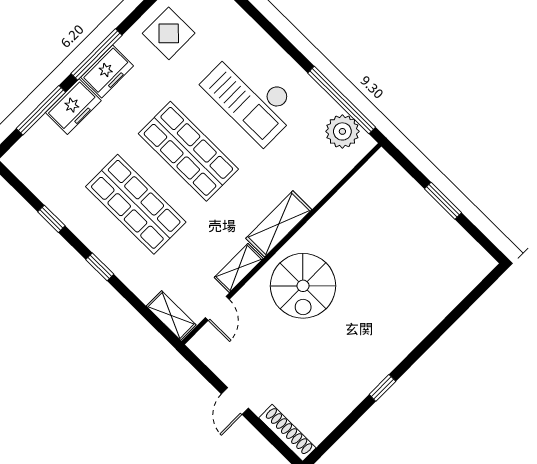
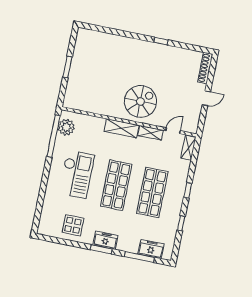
window: (97, 54) -> (101, 249), width x0.69
freezer: (73, 107) -> (151, 249), moved

